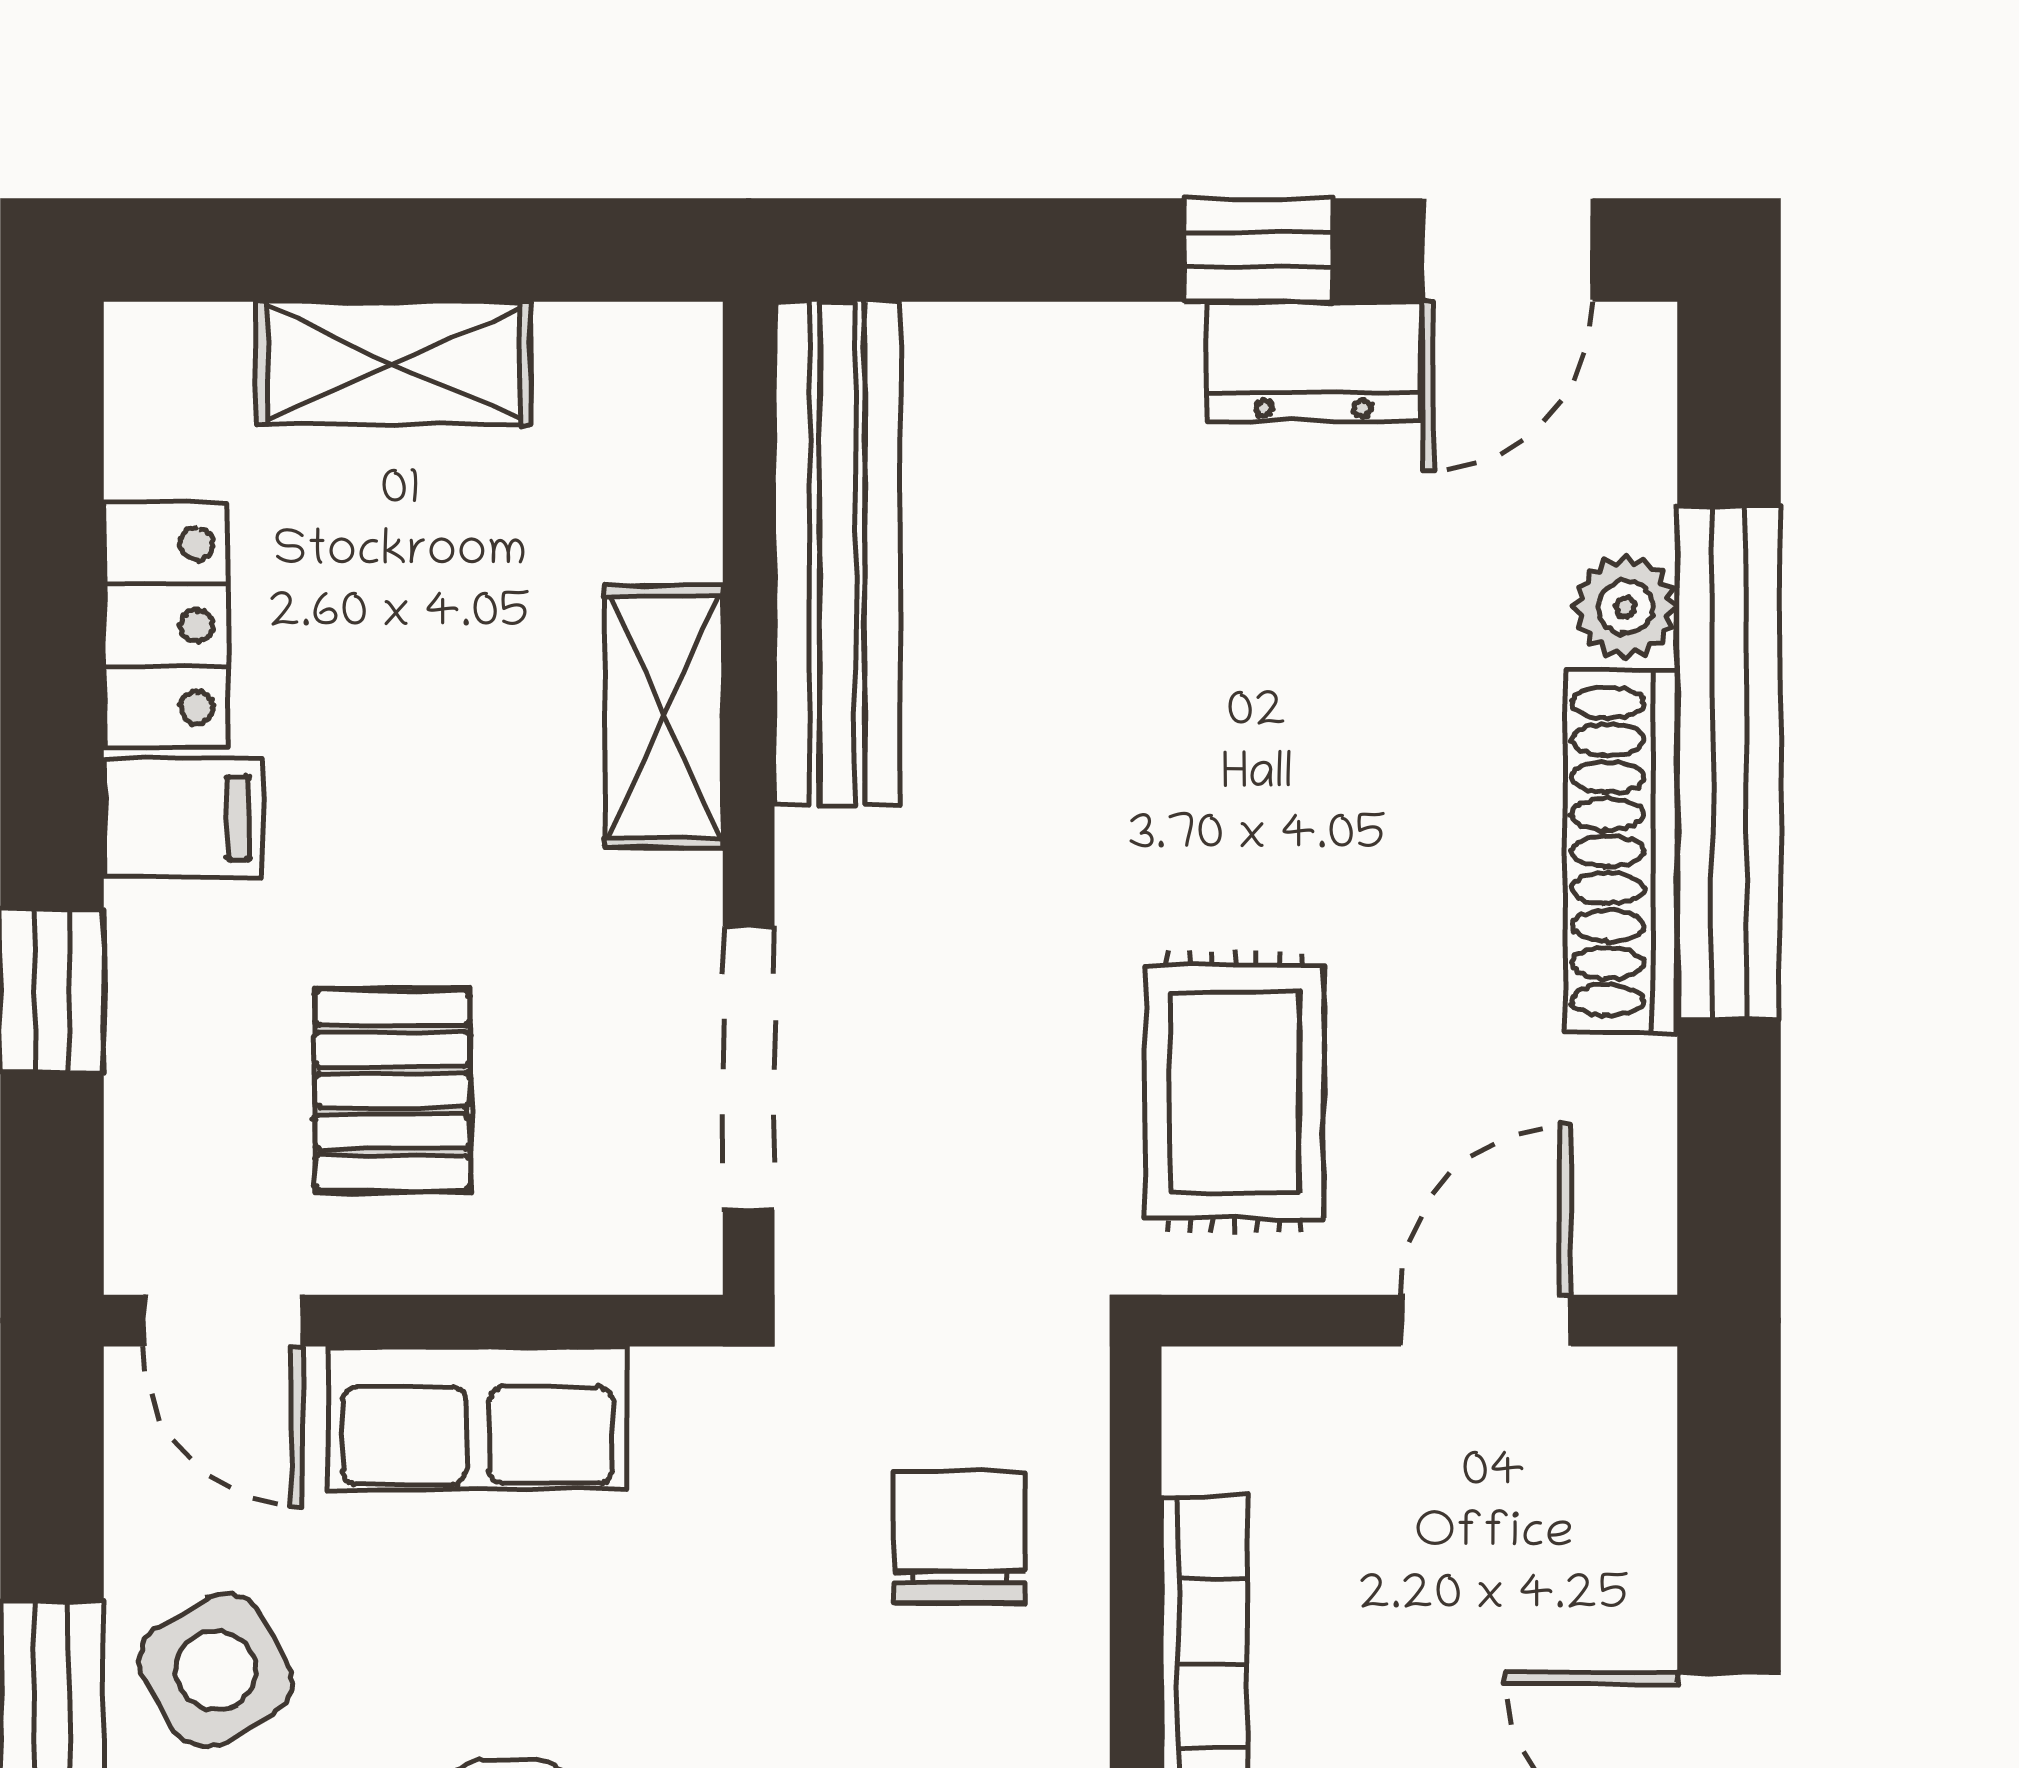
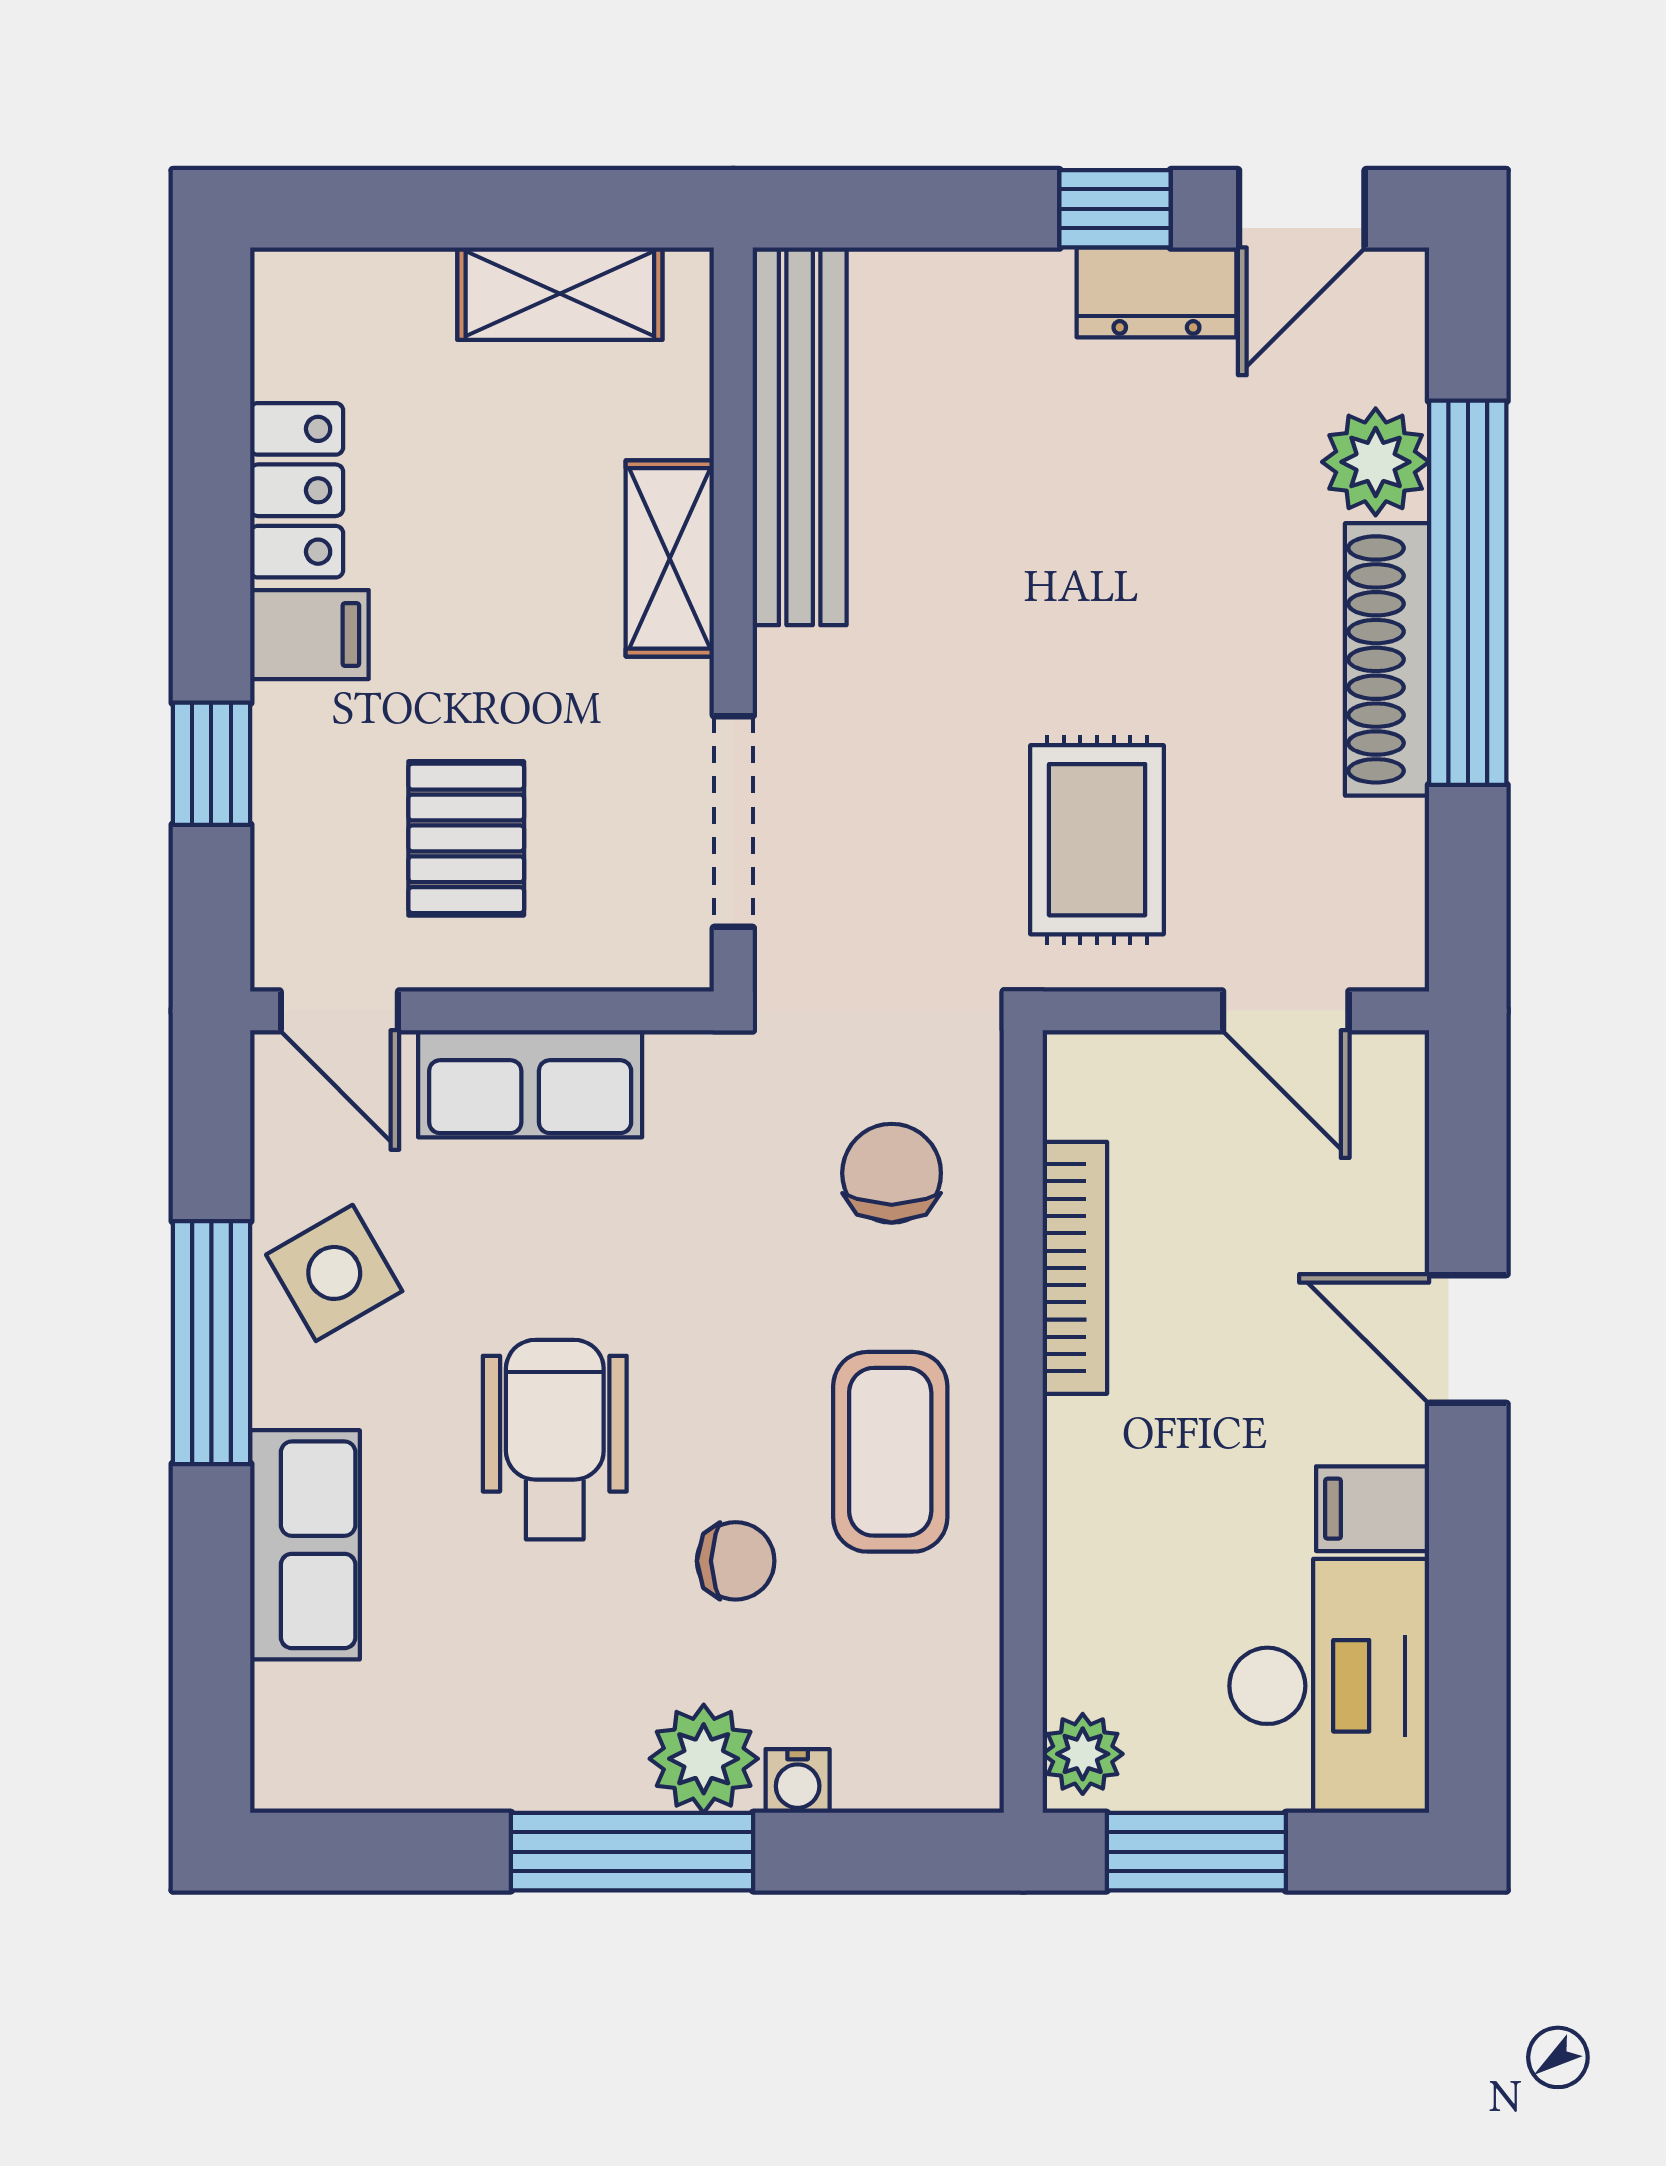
shelving: (394, 363) -> (560, 294), moved
plant: (1625, 607) -> (1376, 462), width x1.38, depth x1.38
door: (1486, 1321) -> (1286, 1011), swing flipped

